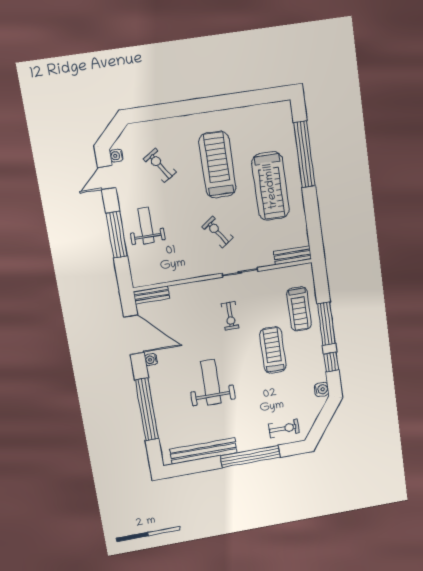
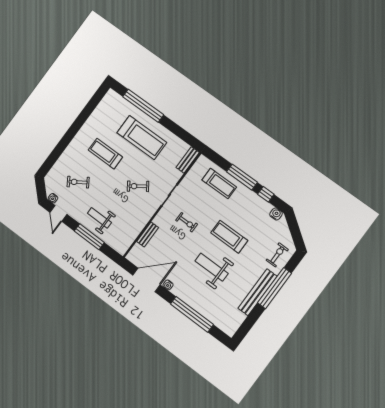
treadmill: (217, 165) -> (105, 154), width x0.73, depth x0.73
bench: (152, 295) -> (148, 234), moved
treadmill: (273, 350) -> (229, 237), moved
bench: (204, 451) -> (258, 292), moved

